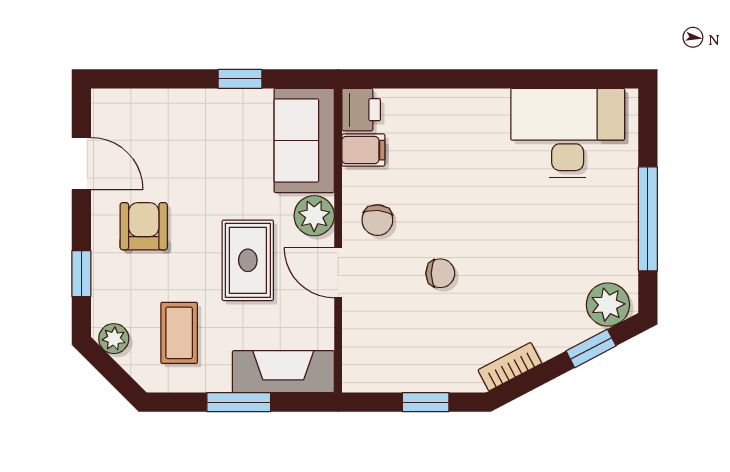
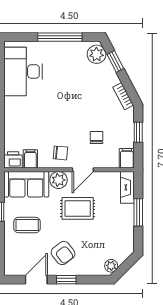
armchair: (144, 226) -> (63, 253), turned -128
chair: (440, 273) -> (96, 137), moved
window: (81, 274) -> (66, 280), moved
coffee table: (179, 333) -> (27, 225), moved
fireplace: (283, 372) -> (127, 187), width x0.73, depth x0.76
filing cabinet: (365, 375) -> (127, 158), added

